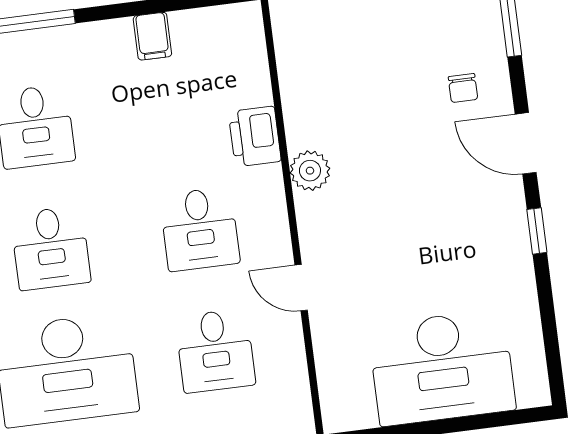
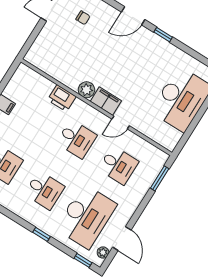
chair: (463, 88) -> (83, 18), moved
filing cabinet: (319, 226) -> (106, 101), added

